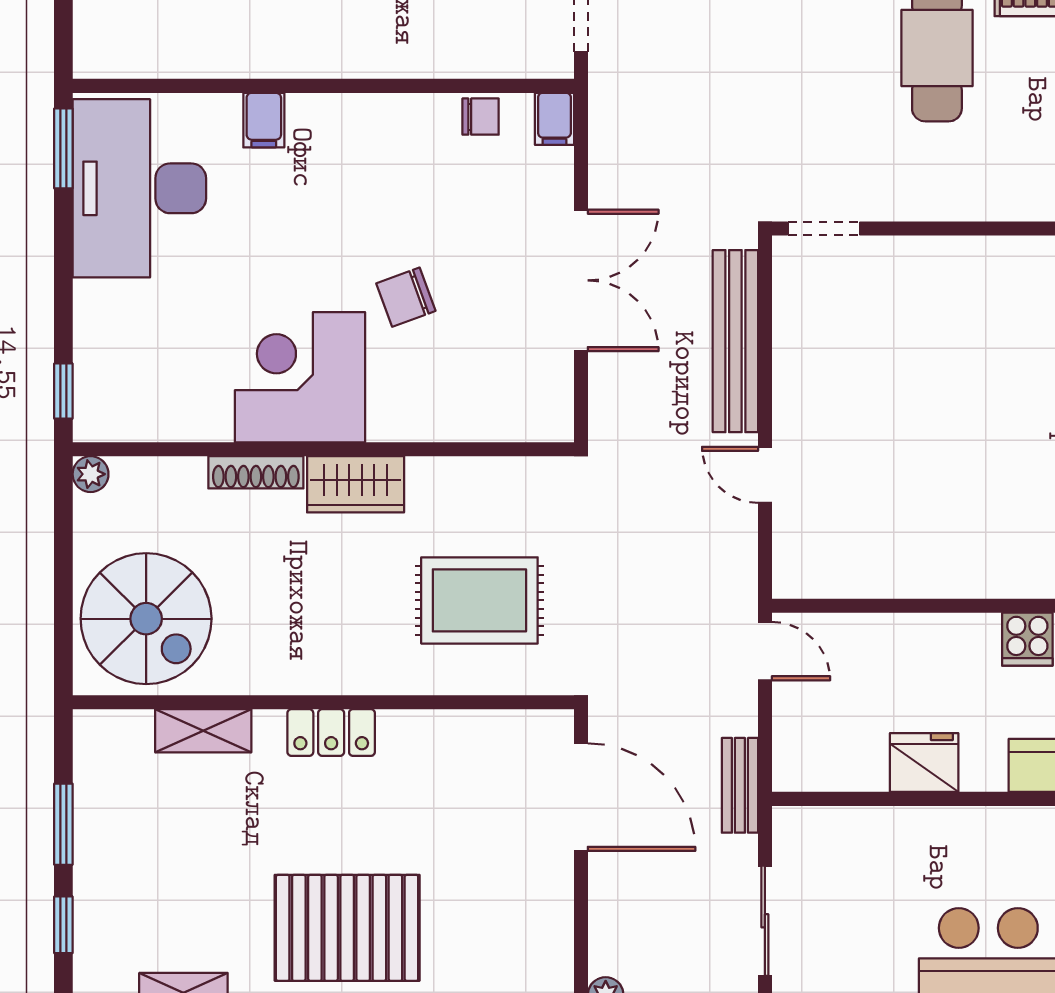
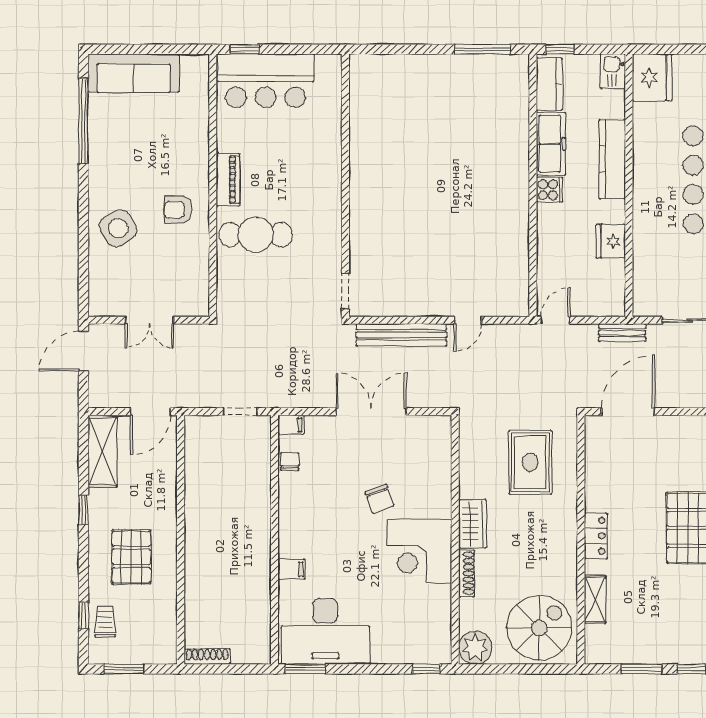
plant: (91, 474) -> (475, 648), width x1.88, depth x1.88

